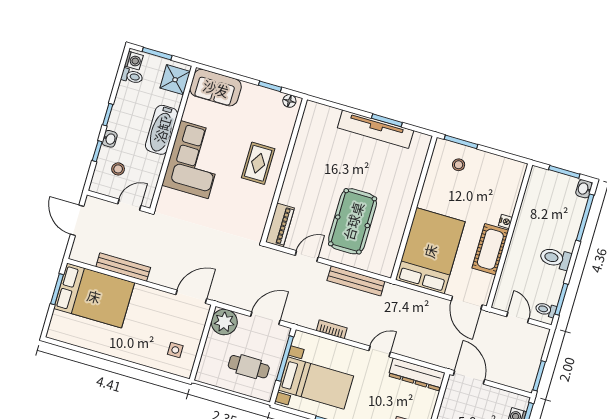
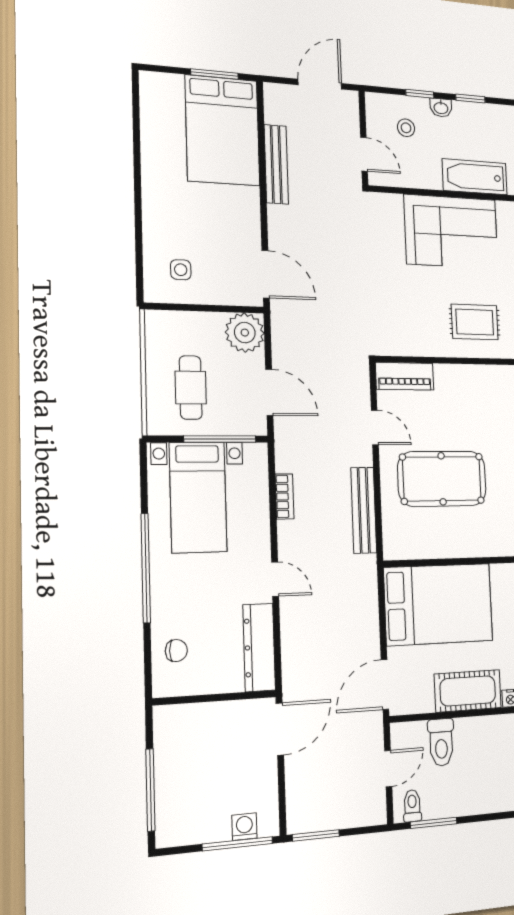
toilet: (555, 258) -> (441, 742), moved, turned 180

